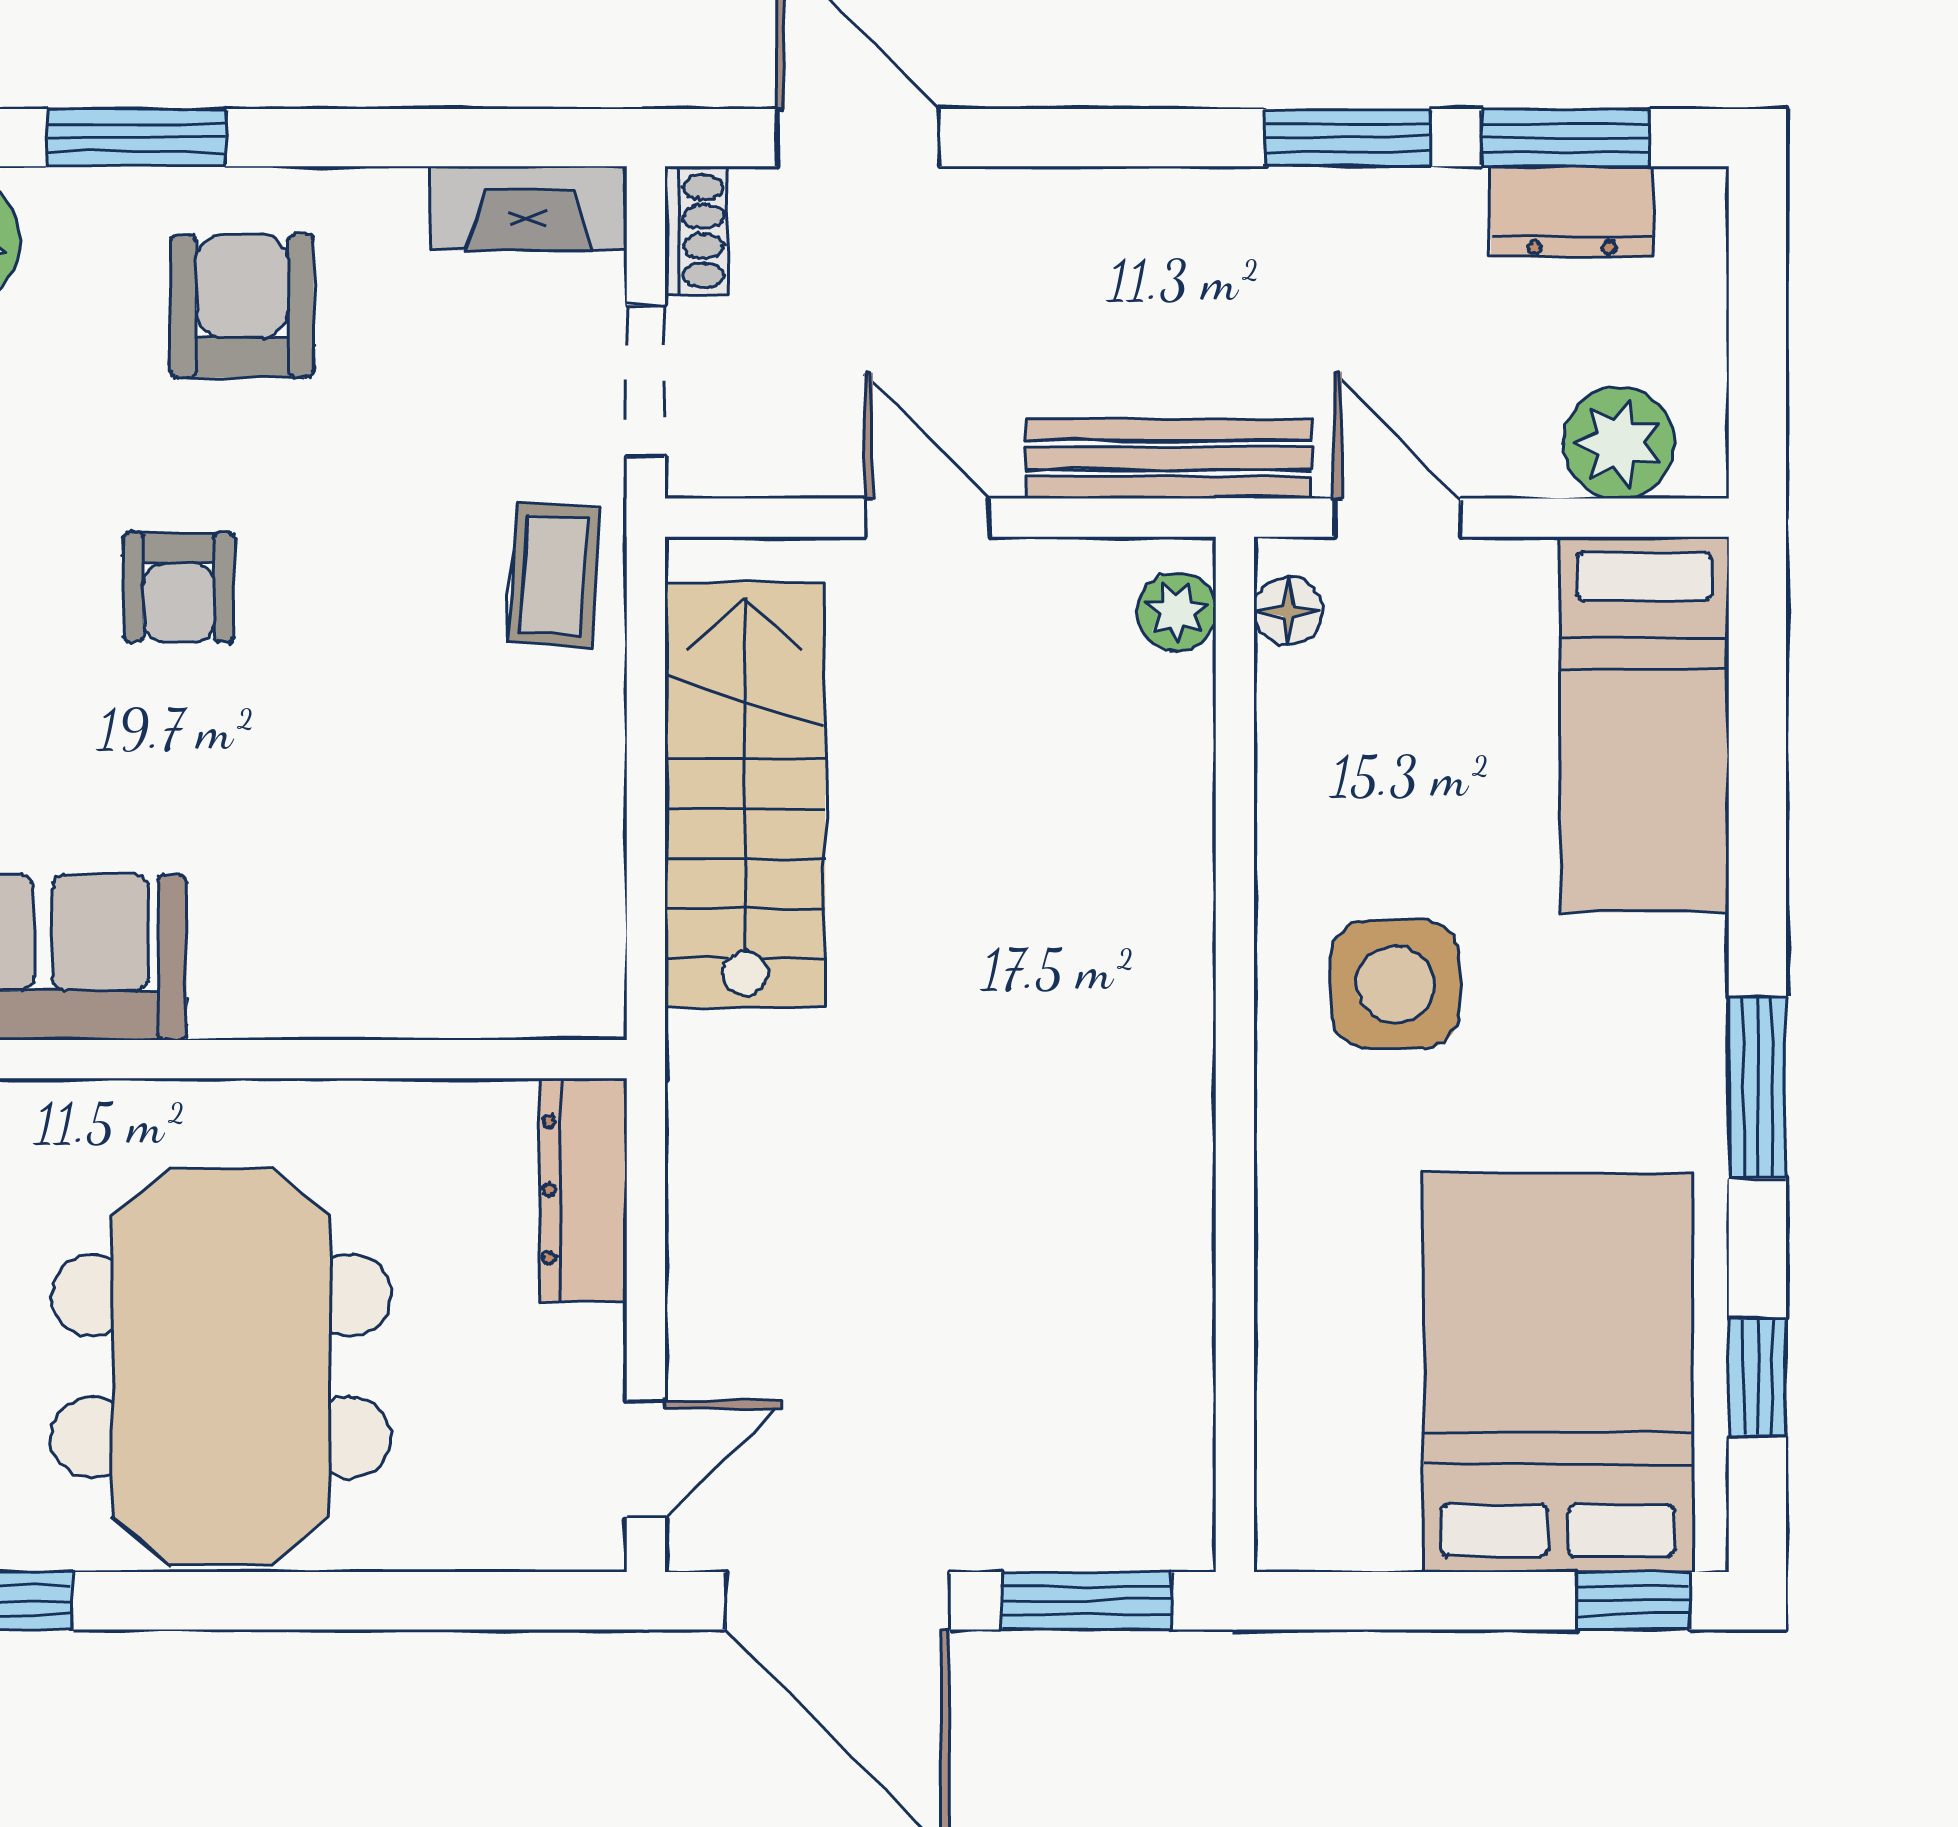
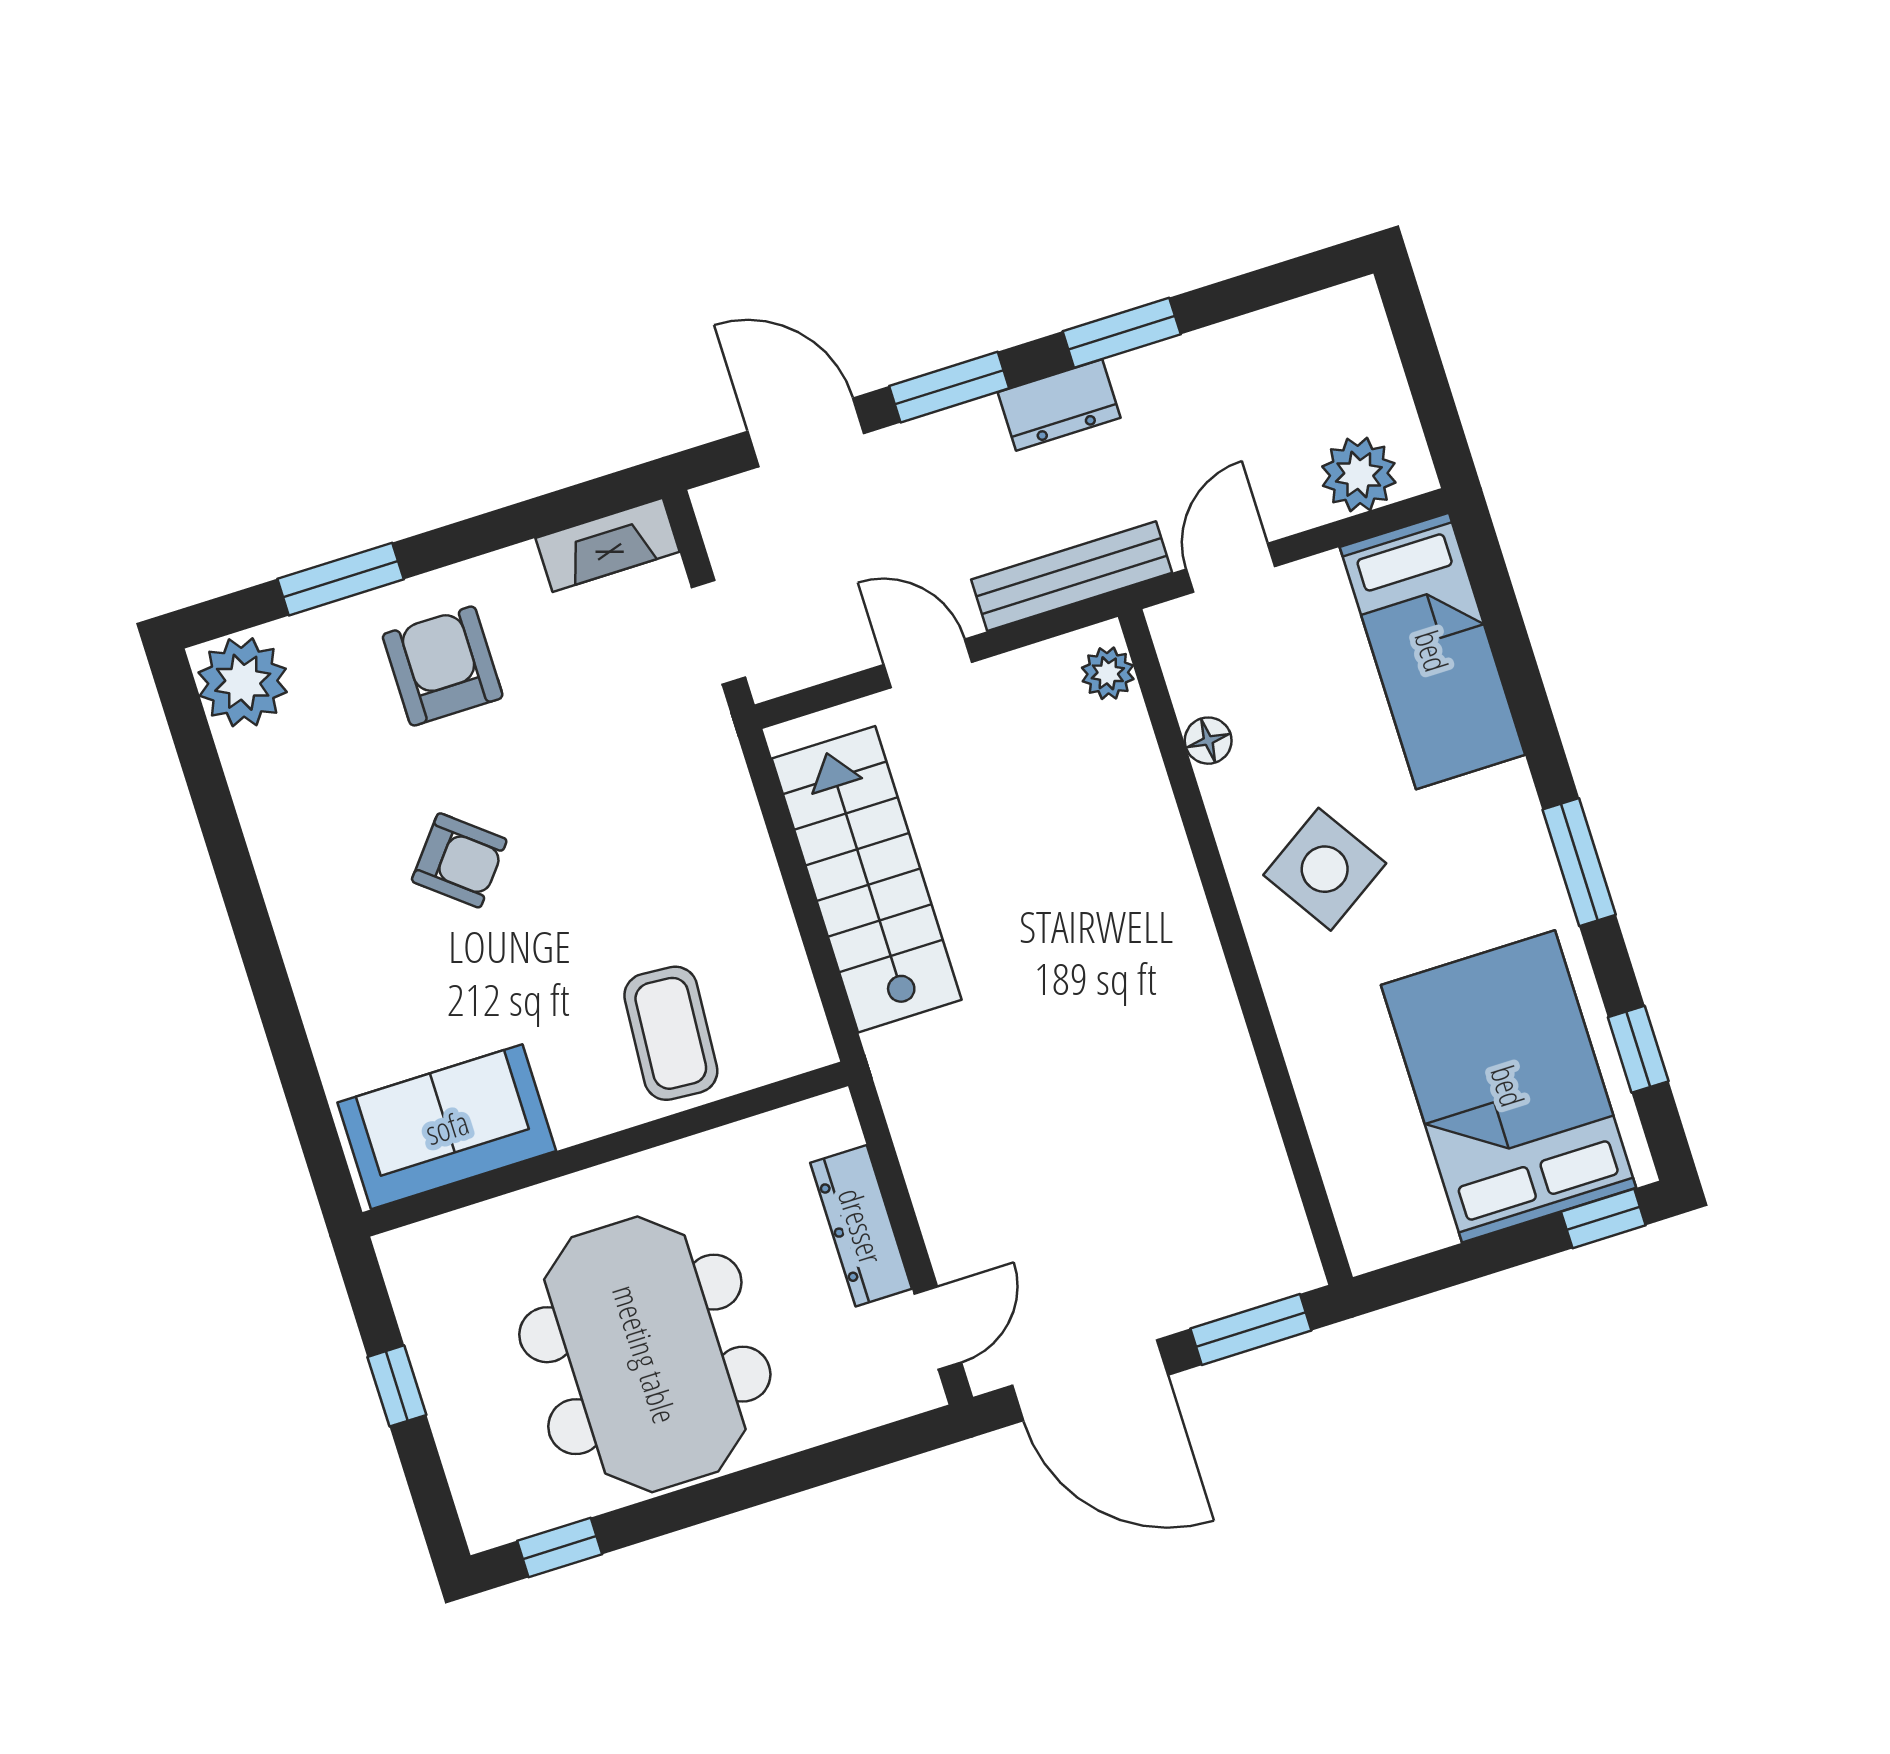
window: (1565, 138) -> (949, 387), moved
dresser: (1572, 212) -> (1059, 405), moved
shoe rack: (696, 231) -> (720, 526), removed
door: (1397, 518) -> (1231, 568), hinge flipped
coffee table: (554, 575) -> (671, 1033), moved, width x1.36, depth x1.30
armchair: (179, 587) -> (459, 860), turned -51
floor lamp: (1288, 611) -> (1208, 741), moved
side table: (1395, 984) -> (1325, 869), turned -33
dresser: (583, 1190) -> (861, 1226), moved

